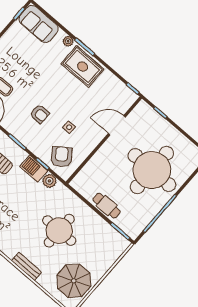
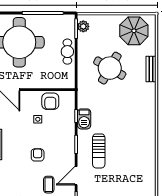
armchair: (40, 114) -> (38, 155), moved
armchair: (62, 157) -> (50, 101), moved, turned -54
plant: (49, 181) -> (83, 26), moved
round table: (59, 231) -> (110, 68), turned 30

